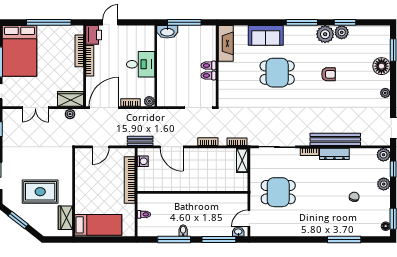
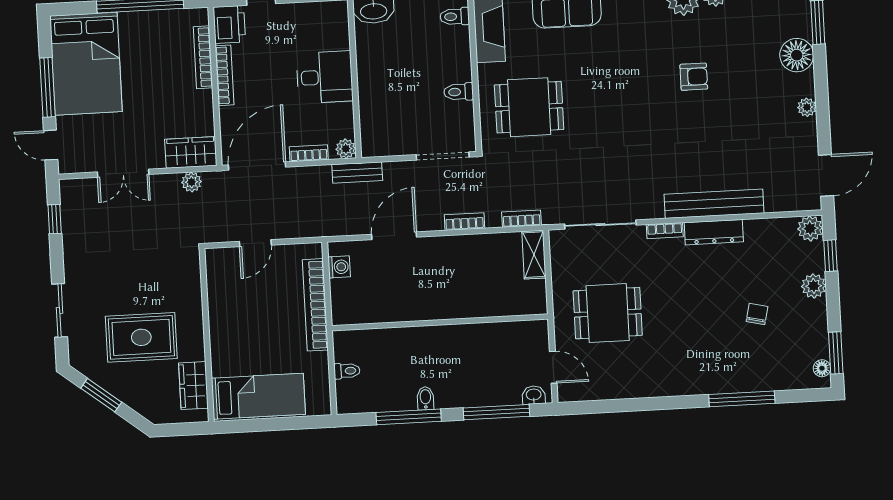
toilet: (208, 65) -> (455, 17), moved
dining table: (277, 73) -> (529, 107), moved
bench: (140, 141) -> (357, 172), moved
door: (172, 147) -> (394, 236), swing flipped
door: (249, 218) -> (553, 367), swing flipped

